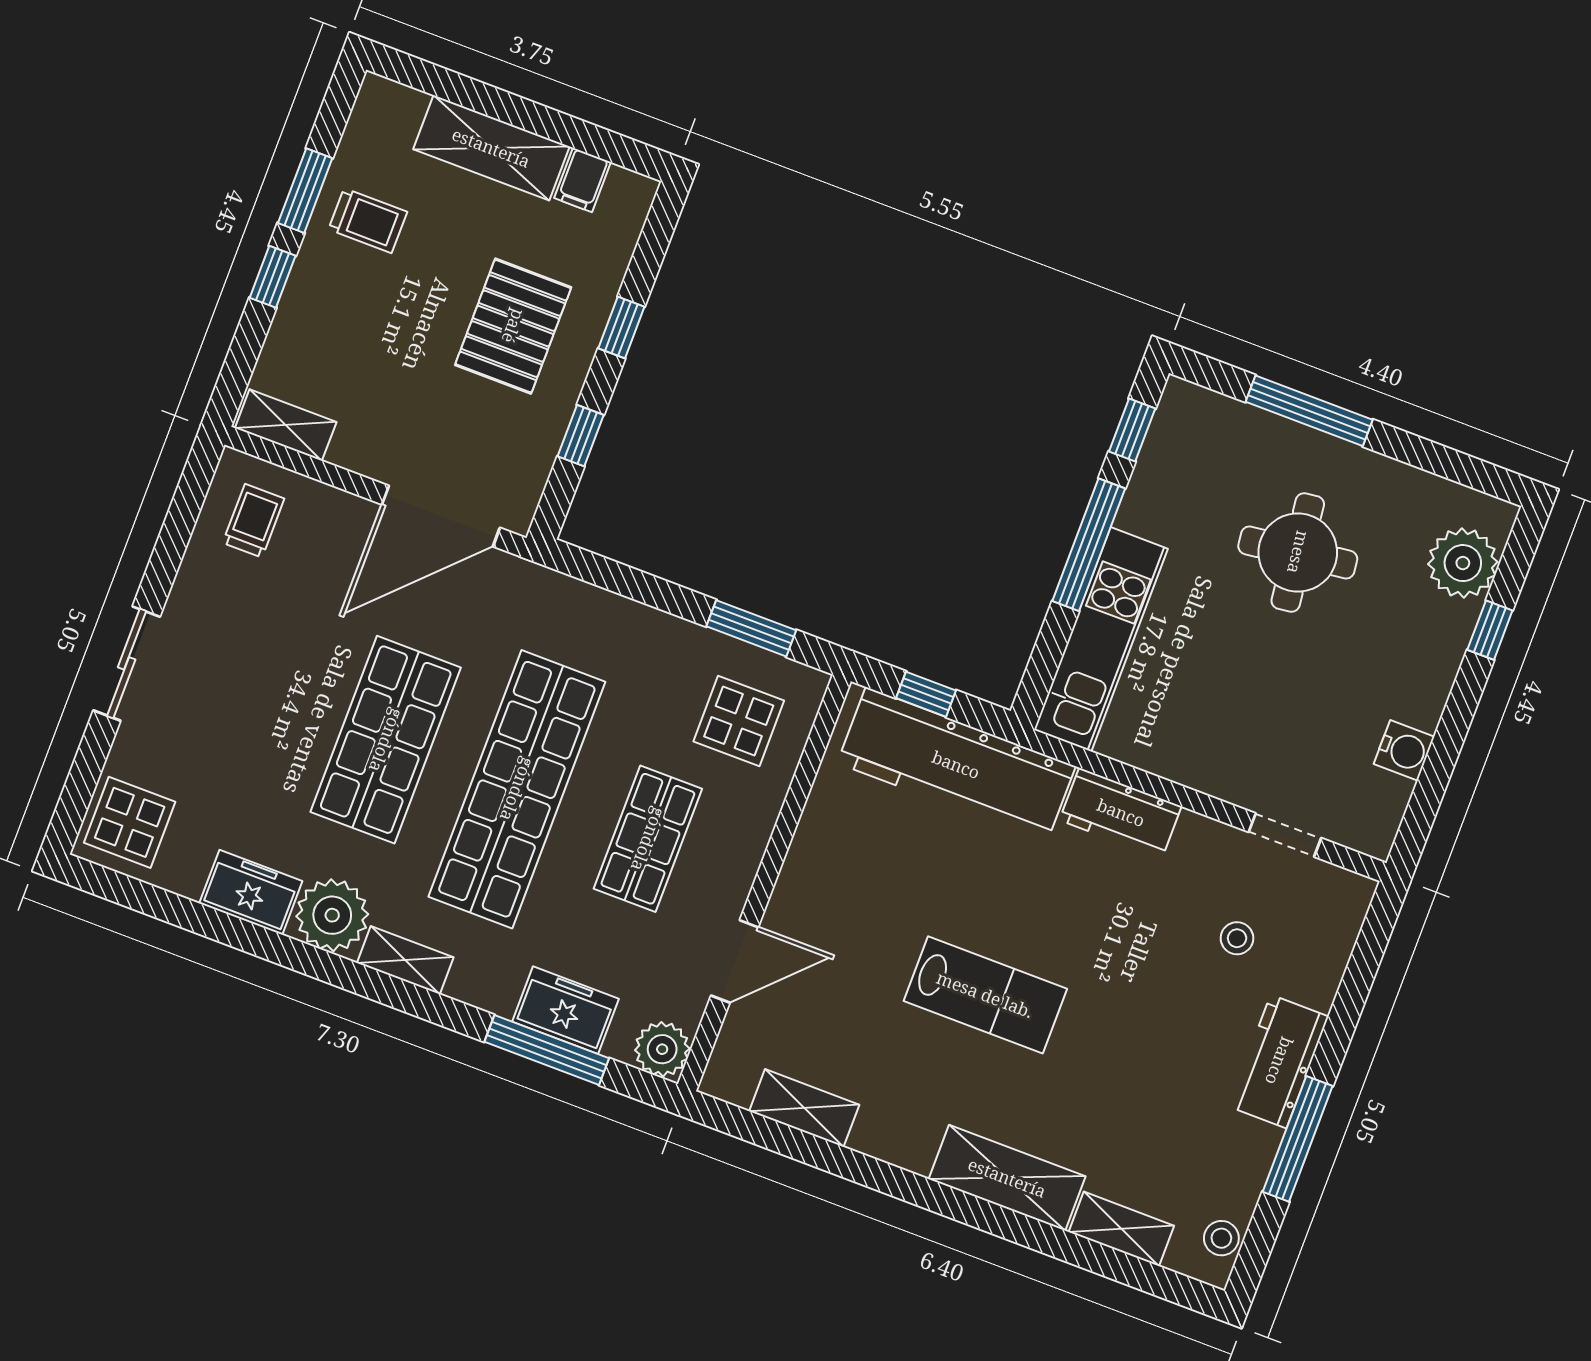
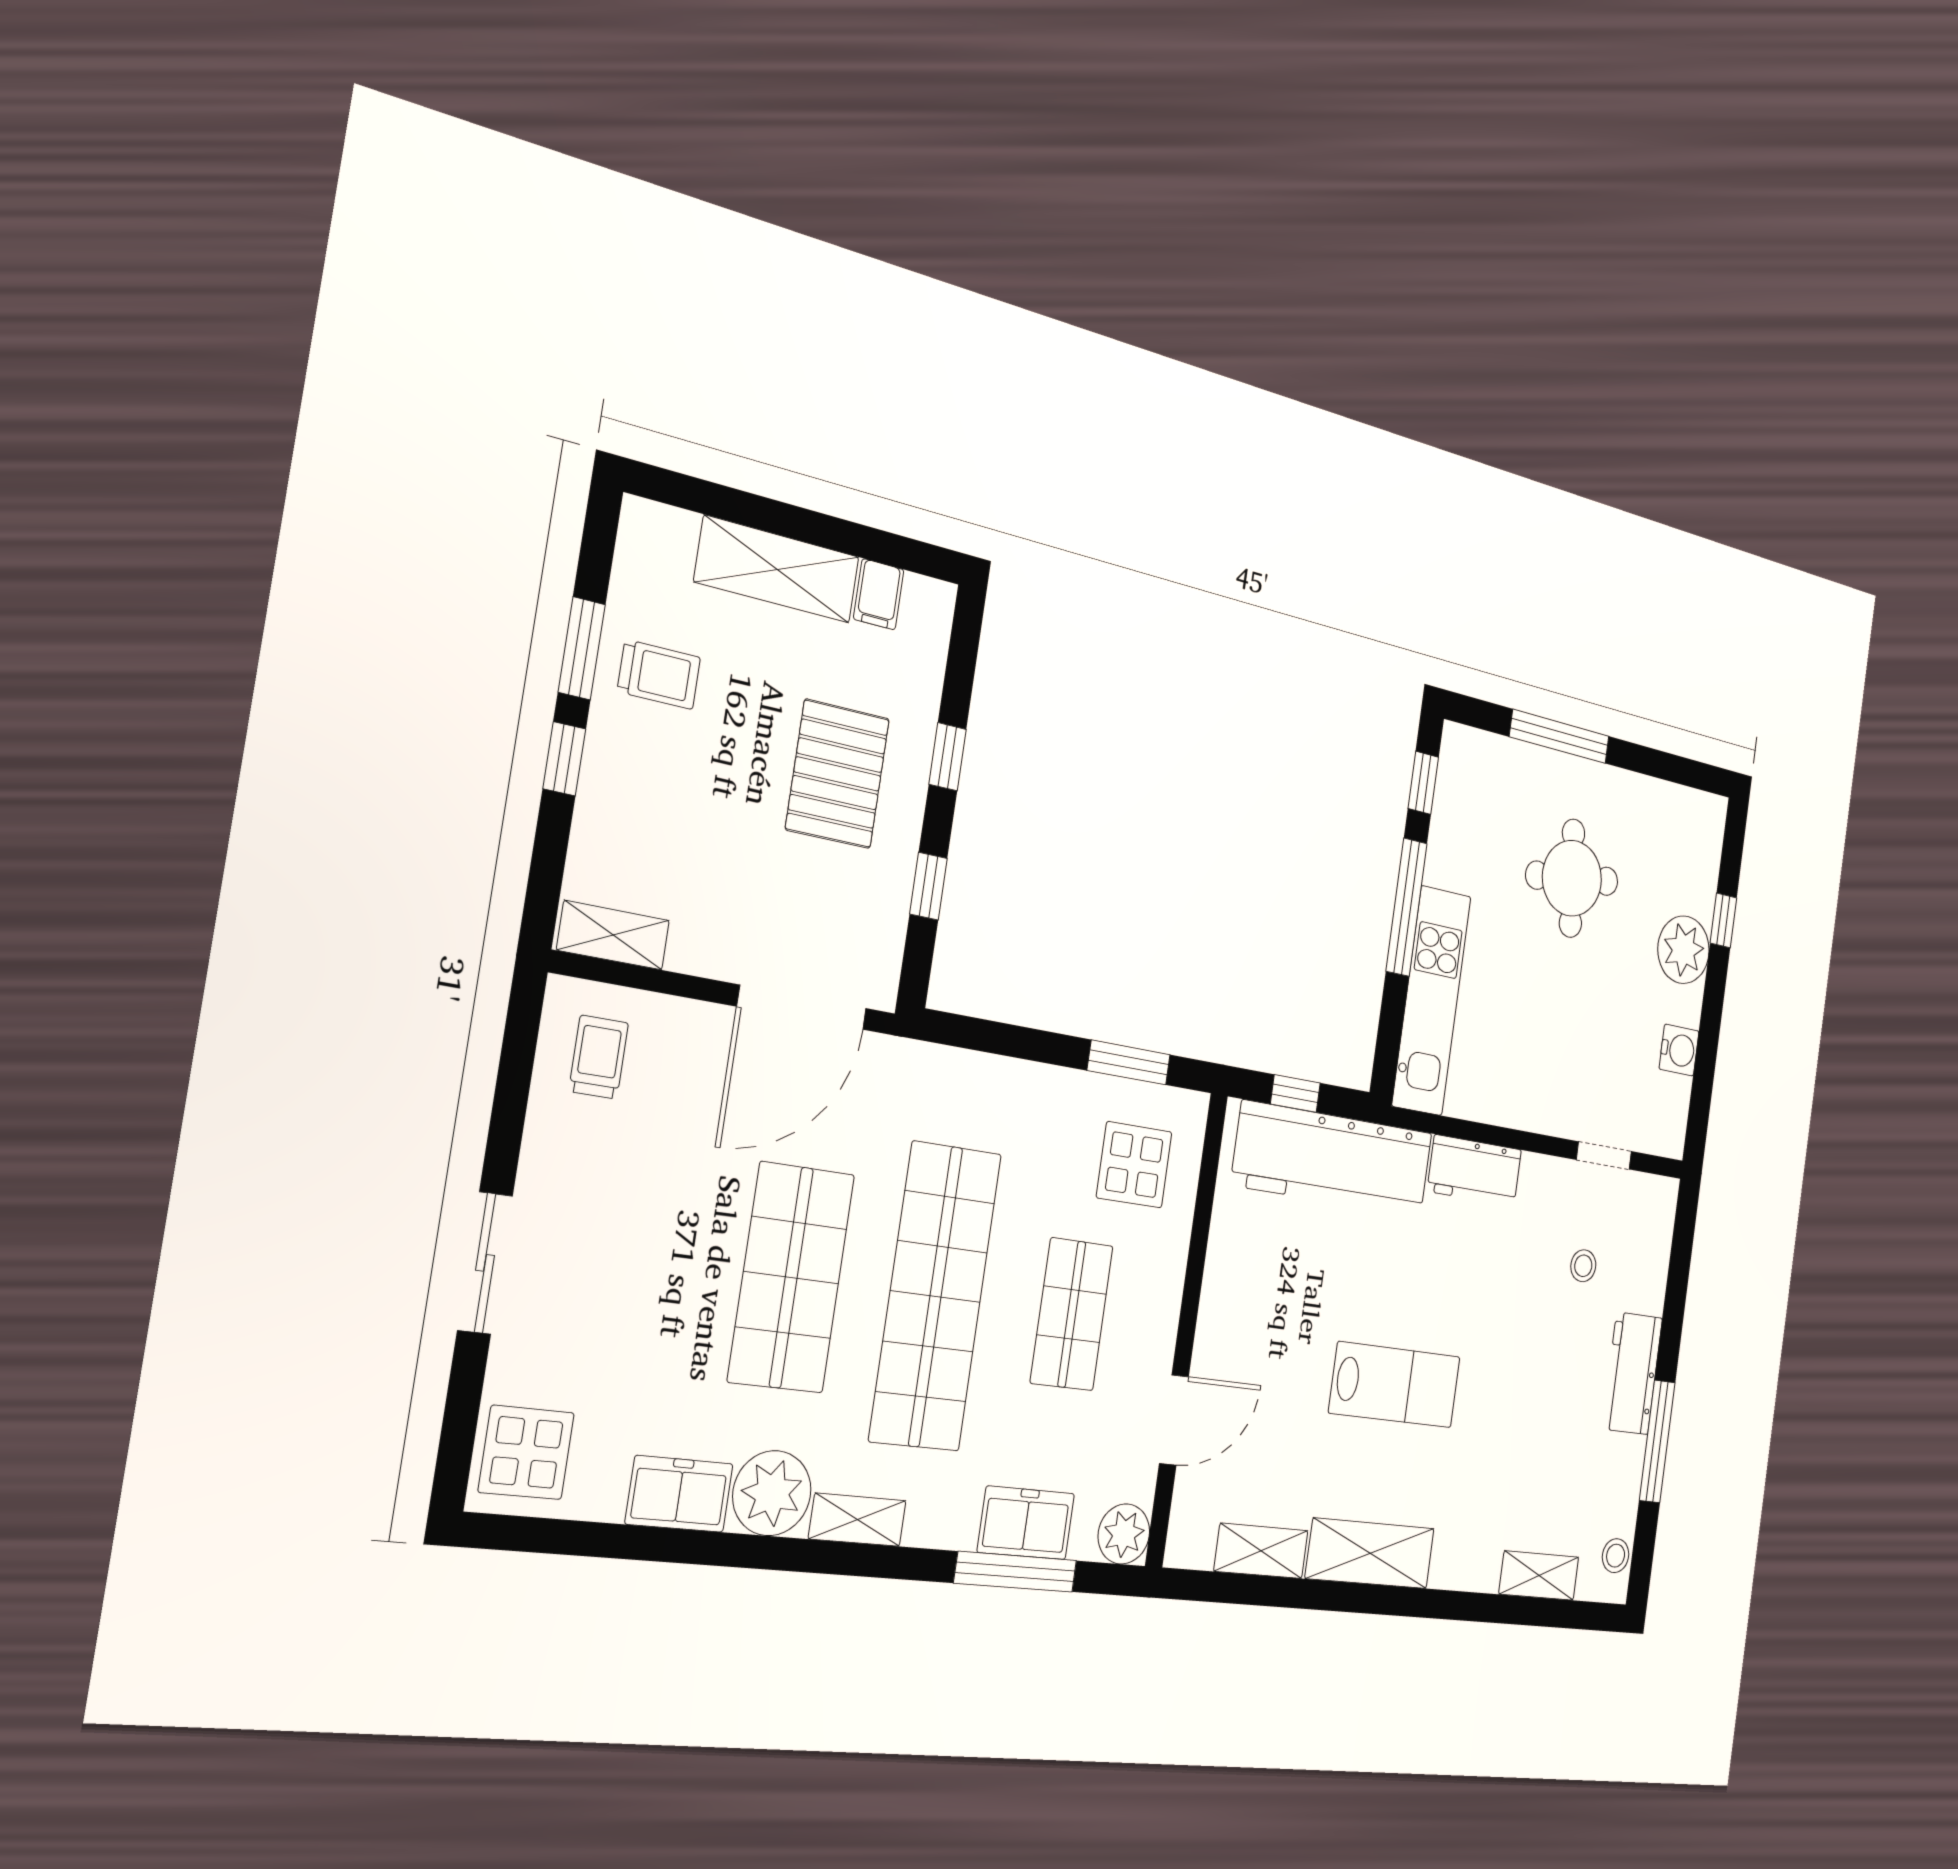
plant: (1463, 563) -> (1684, 950), moved
shelving: (1007, 1178) -> (1370, 1553), moved

